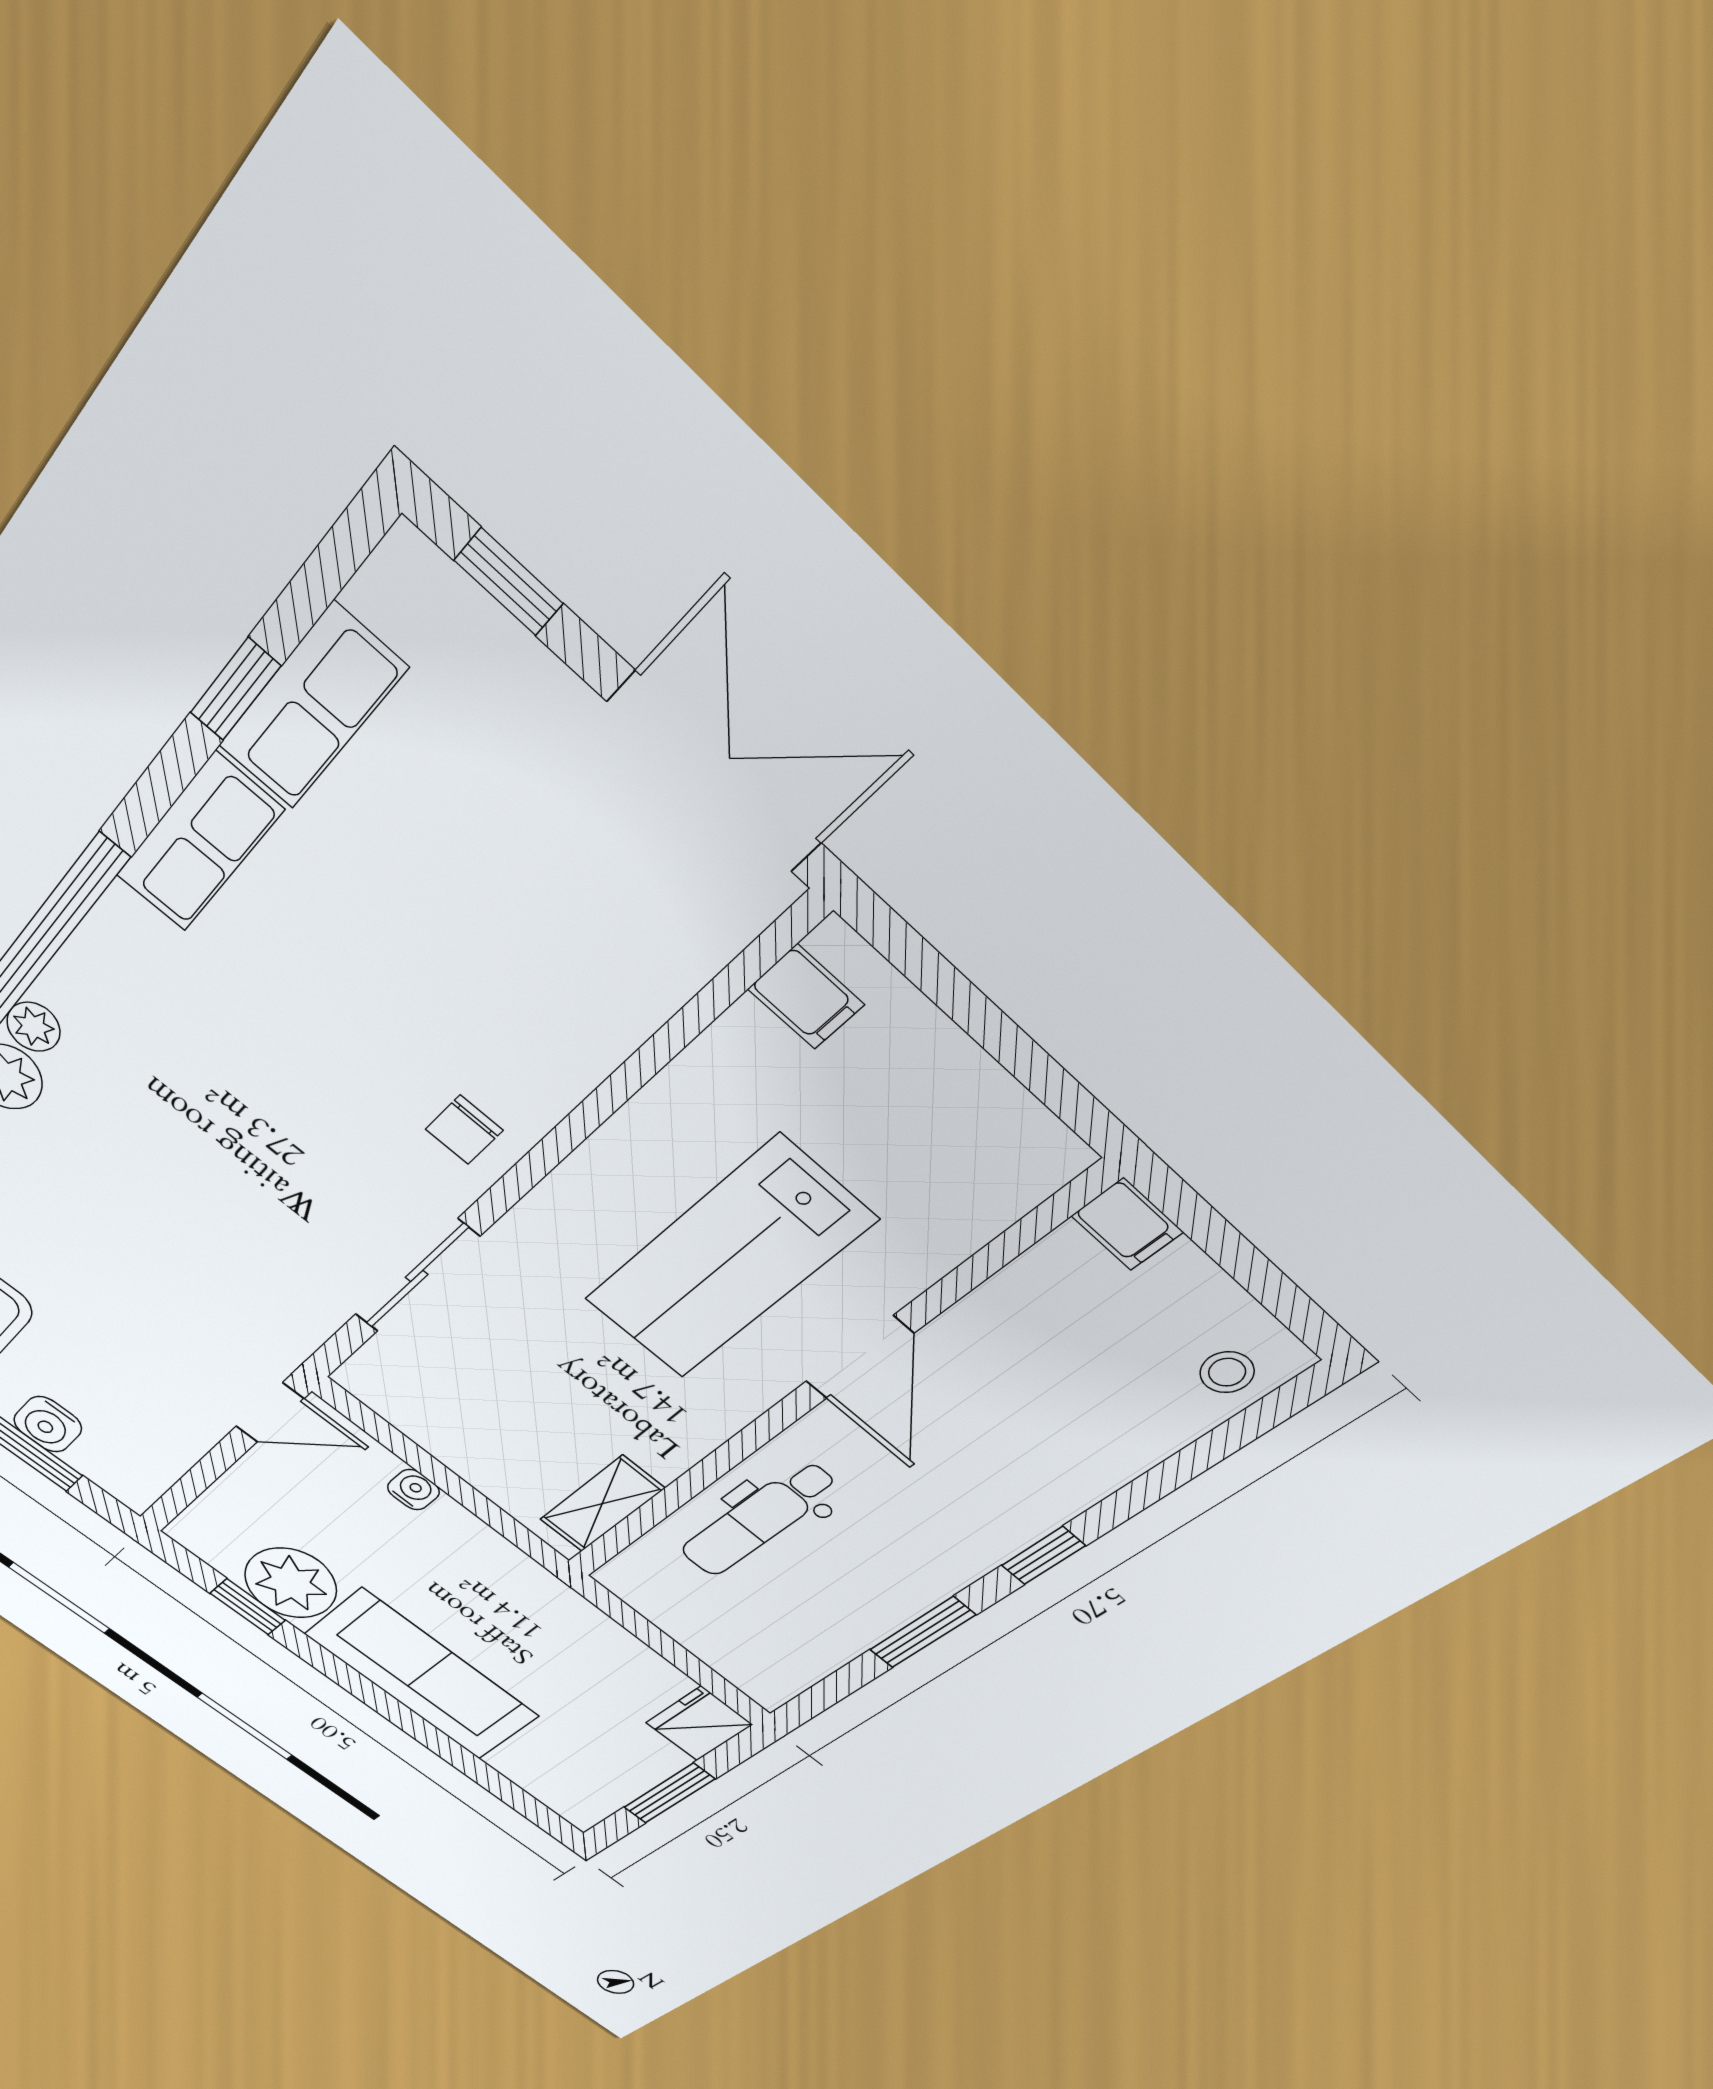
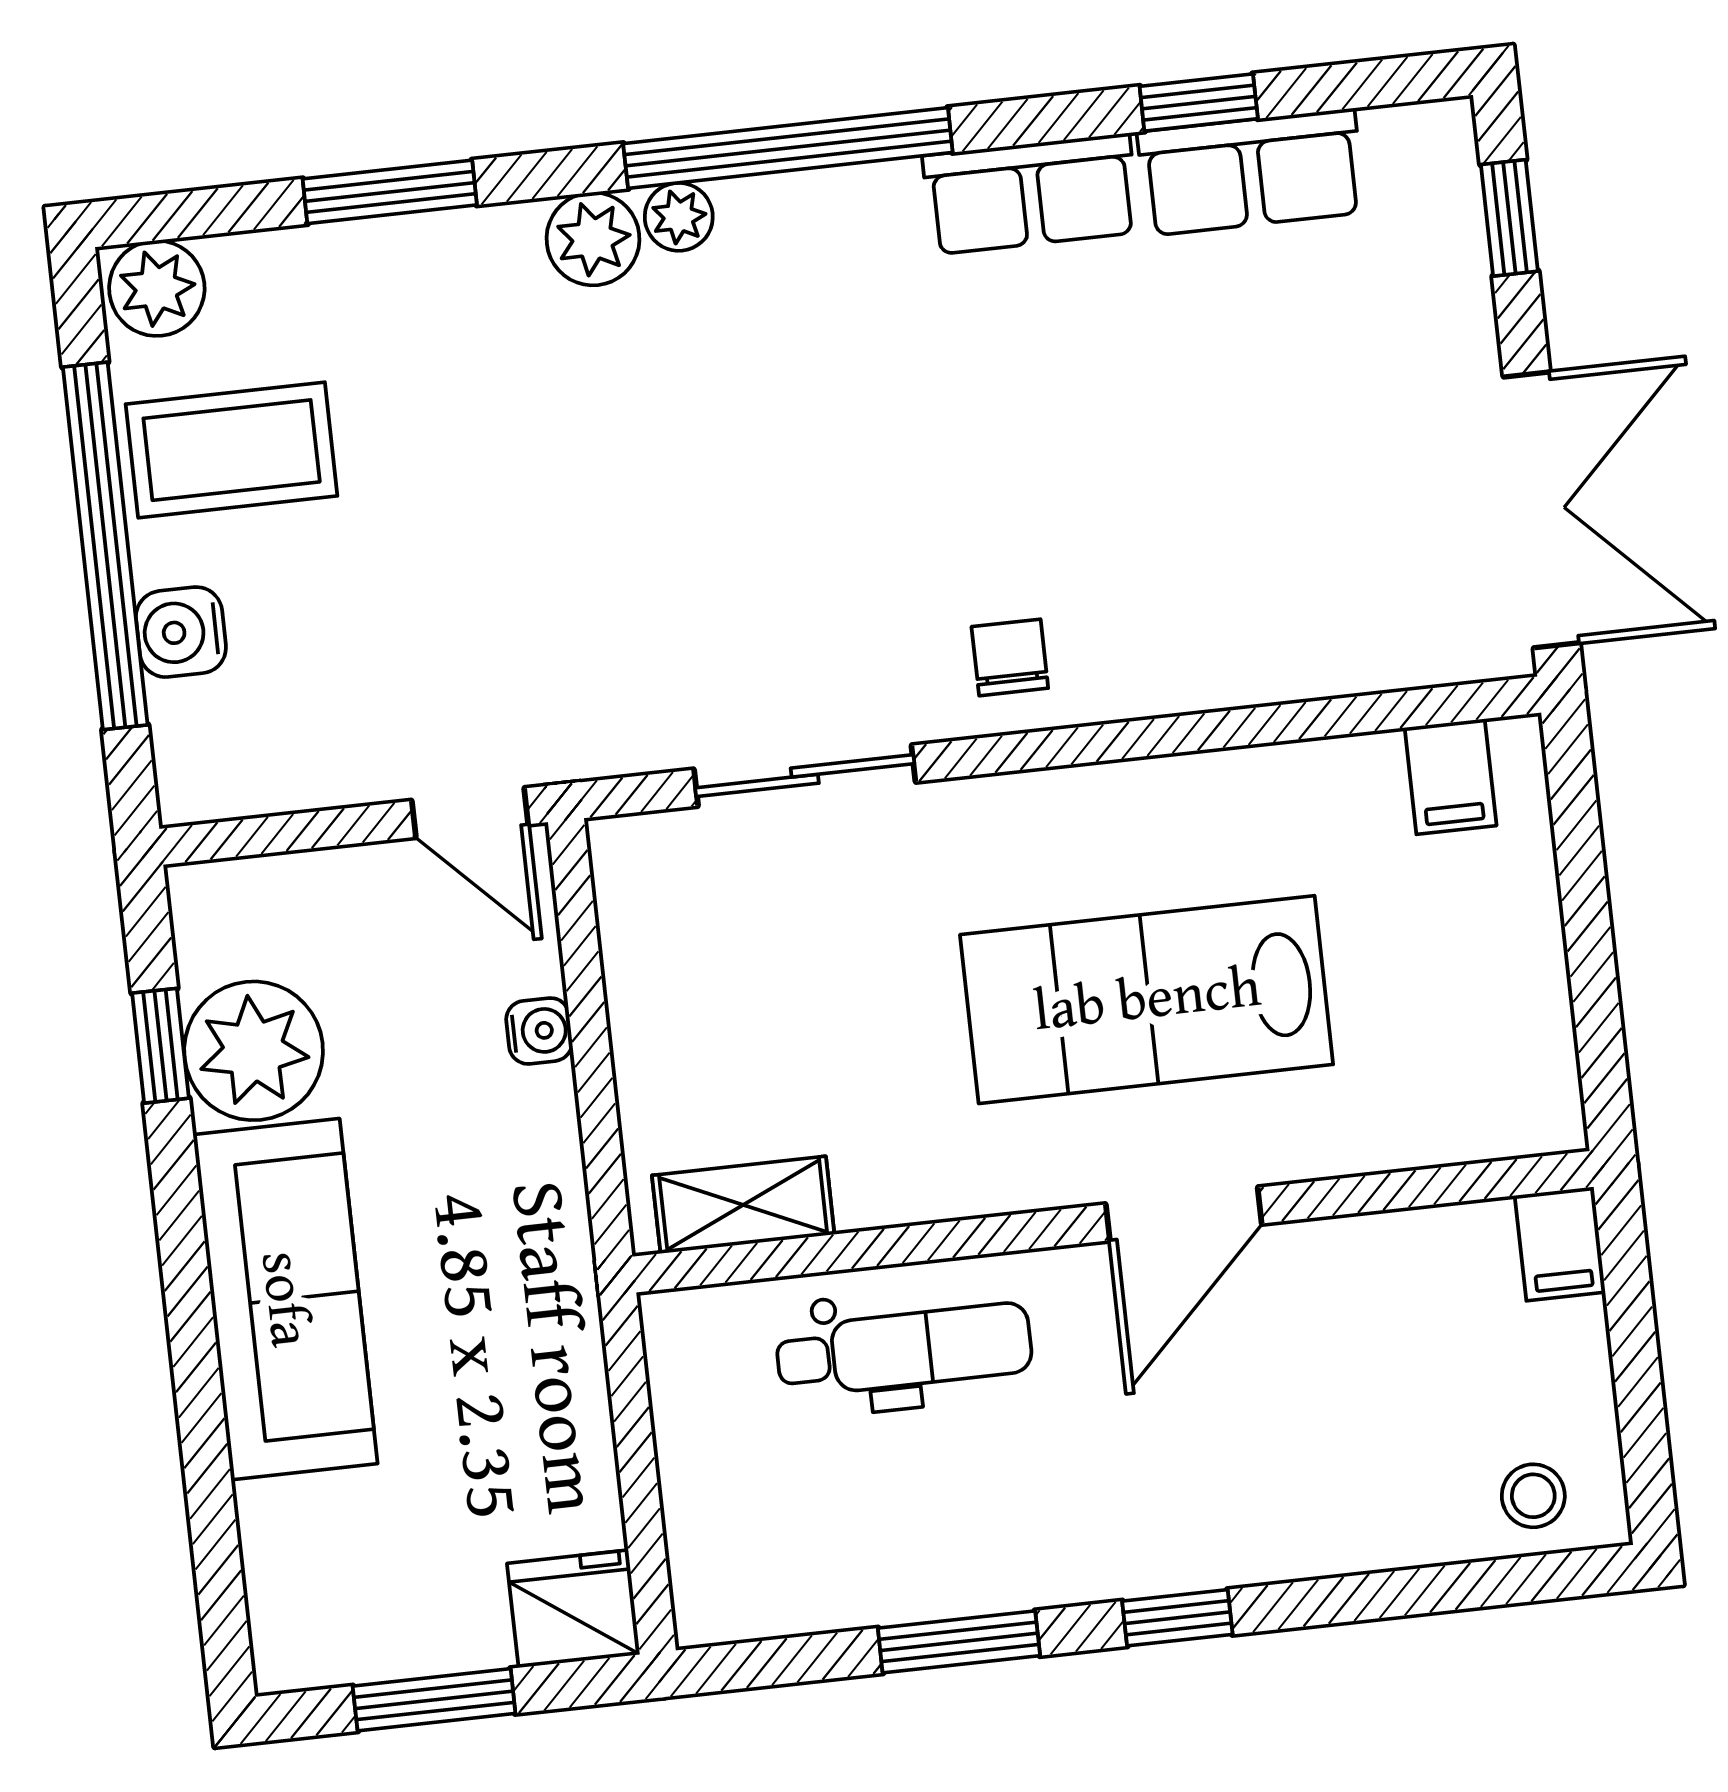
chair: (464, 1130) -> (1010, 657), turned 90
dental chair: (759, 1519) -> (904, 1350), turned 180

